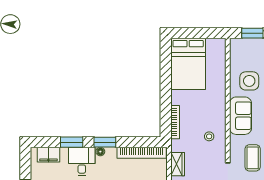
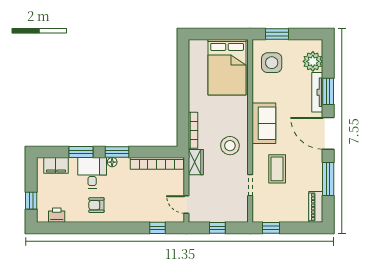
bed: (188, 64) -> (227, 67), moved
side table: (249, 81) -> (272, 63), moved
stool: (209, 136) -> (230, 146), width x1.89, depth x1.89
wardrobe: (178, 164) -> (196, 162), moved

